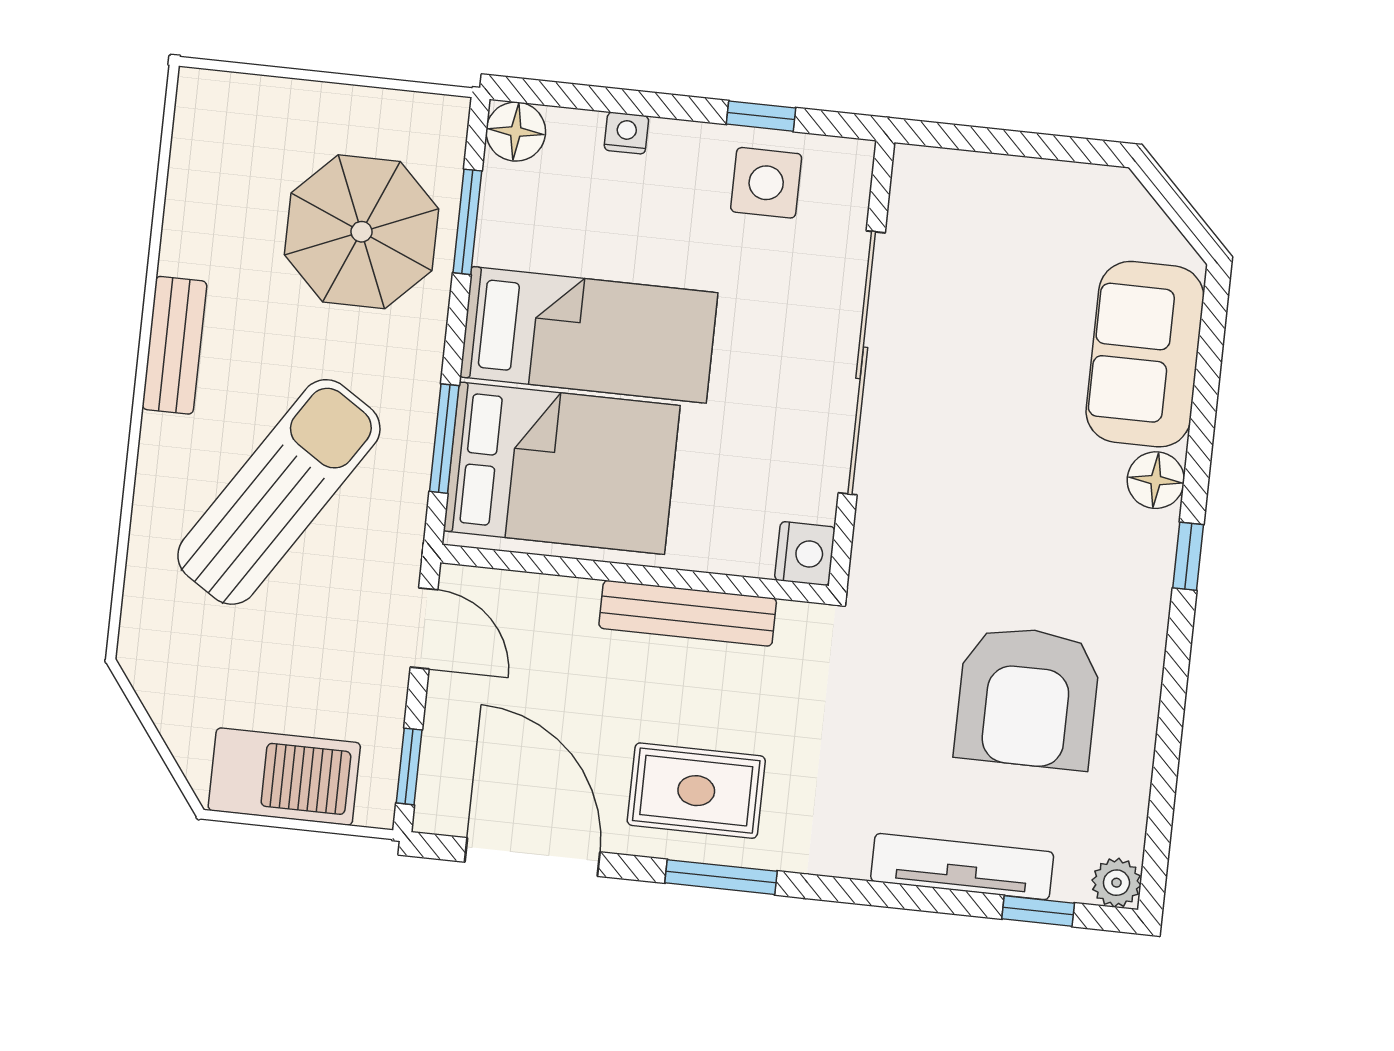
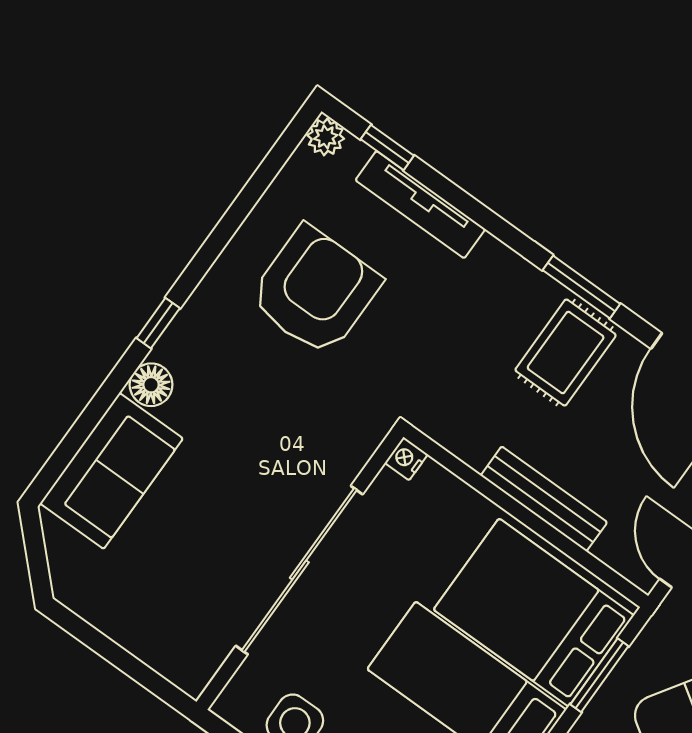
nightstand: (805, 554) -> (406, 459), width x0.72, depth x0.74
bench: (688, 613) -> (544, 499), moved
rug: (696, 791) -> (566, 353), turned 90

